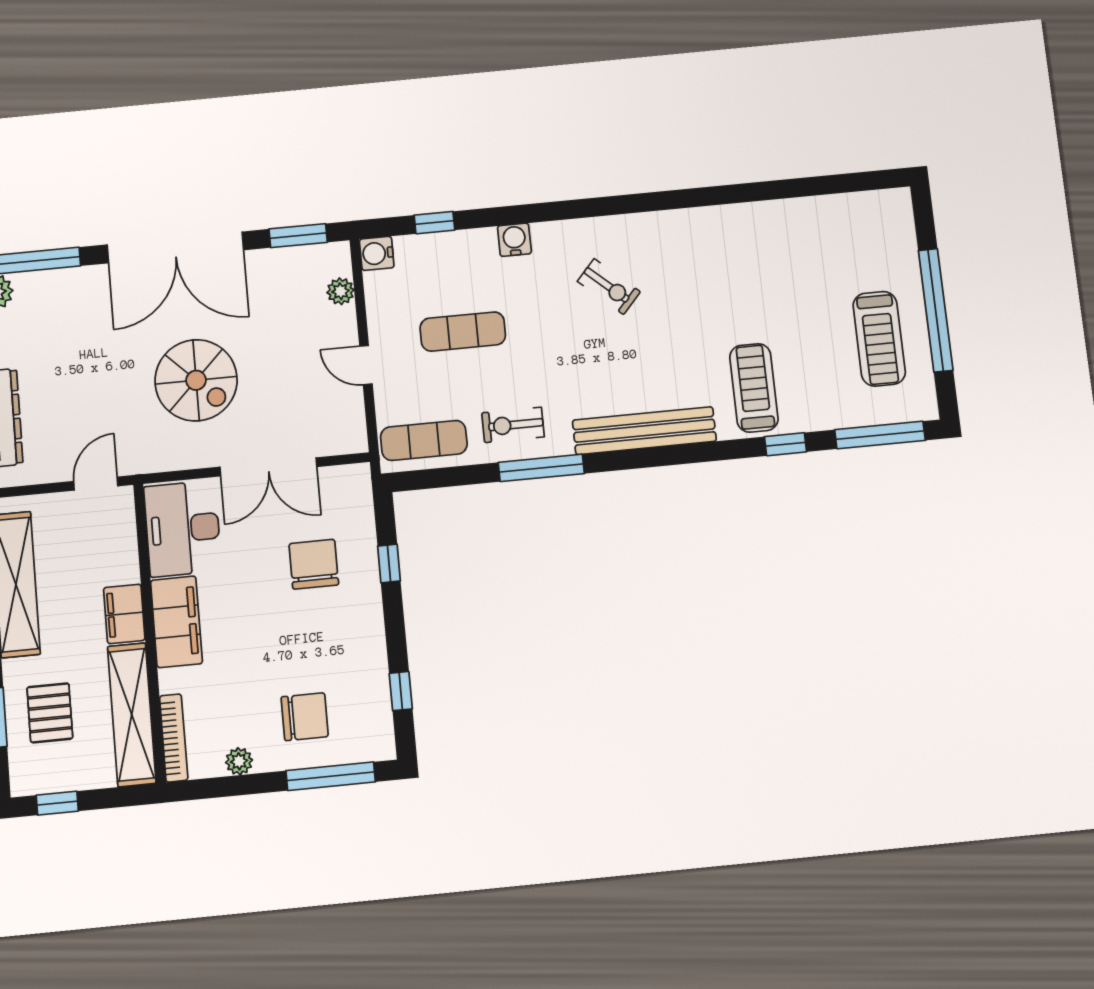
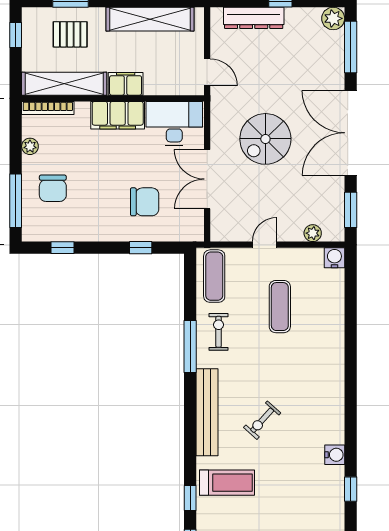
window: (434, 223) -> (351, 489), moved
water cooler: (514, 240) -> (335, 455), moved
exercise bike: (609, 287) -> (262, 420), moved

